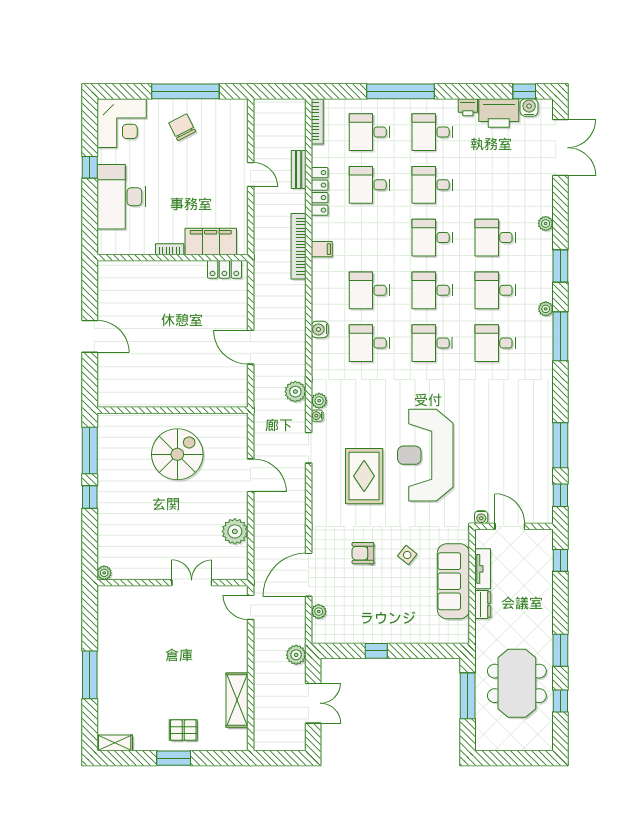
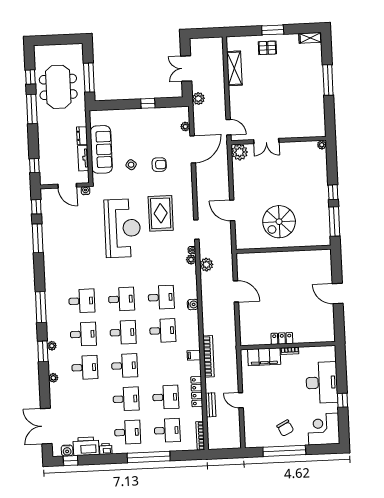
locker: (224, 269) -> (282, 338), moved
plant: (546, 309) -> (52, 346), moved
plant: (235, 531) -> (240, 152), moved
window: (560, 650) -> (32, 109), width x1.44

